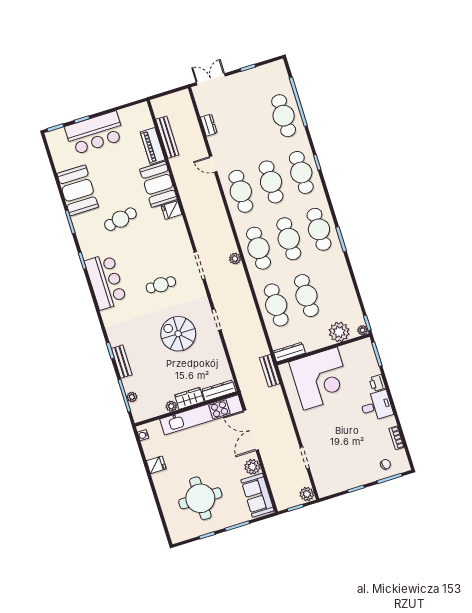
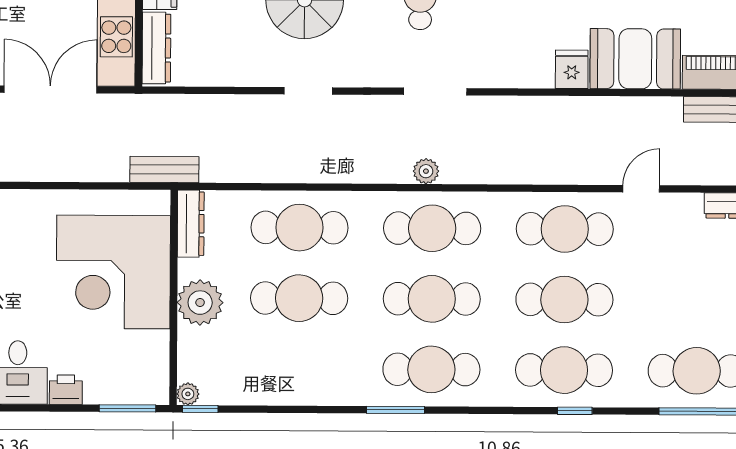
plant: (339, 332) -> (200, 303), moved

